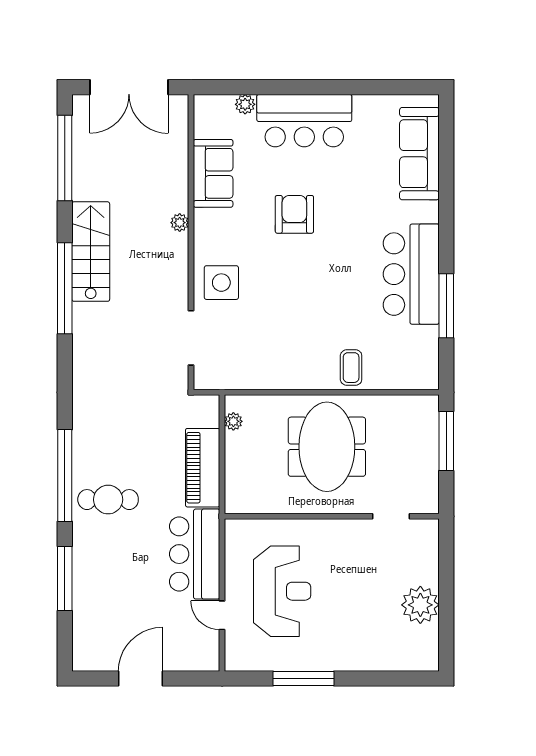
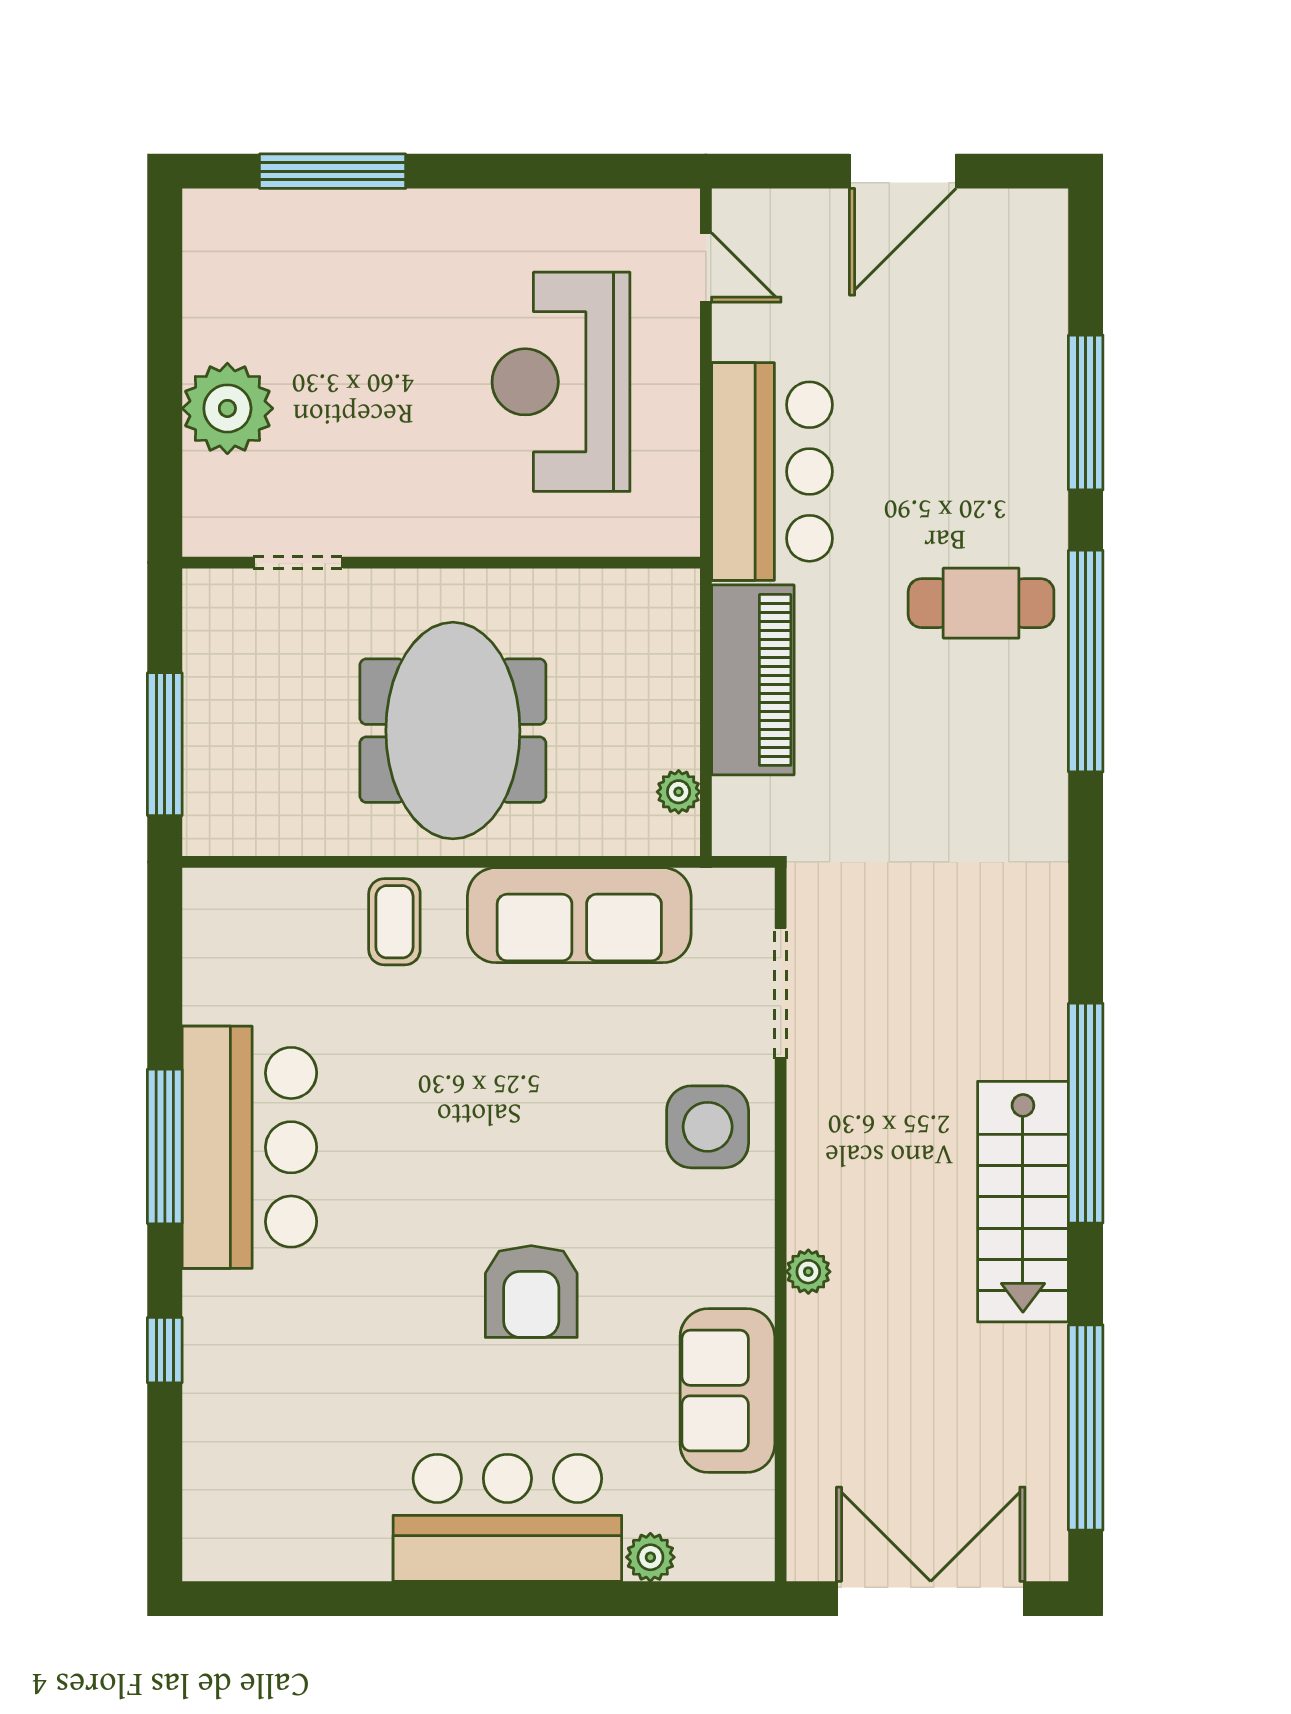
sofa: (419, 154) -> (579, 915), moved, turned 90
window: (446, 190) -> (165, 1350), added
window: (446, 306) -> (165, 1146), moved
plant: (420, 605) -> (227, 408), moved
door: (222, 615) -> (706, 268), moved
window: (303, 678) -> (333, 171), moved

